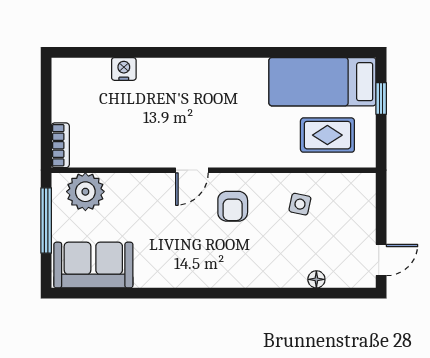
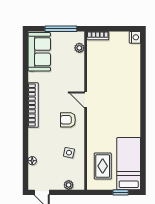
nightstand: (124, 69) -> (135, 37), moved
plant: (85, 192) -> (79, 48), width x0.53, depth x0.53
plant: (366, 205) -> (69, 185), added
bookcase: (202, 278) -> (33, 105), added

